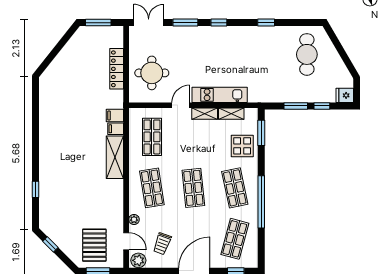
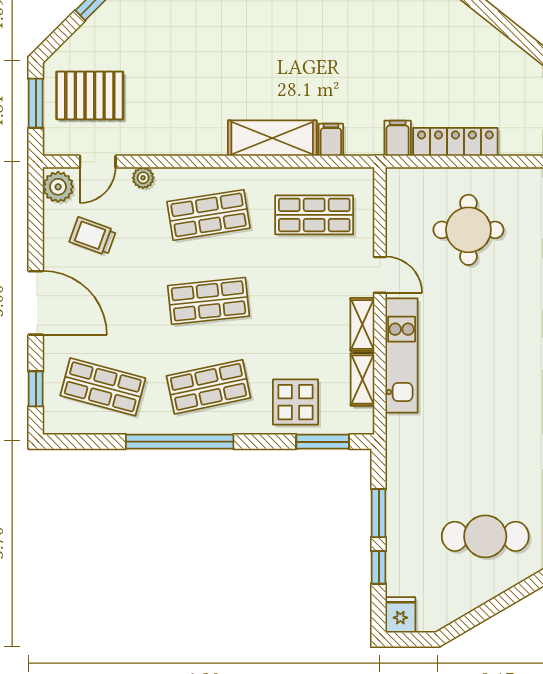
round table: (152, 73) -> (468, 230), moved
filing cabinet: (115, 116) -> (398, 138), moved

